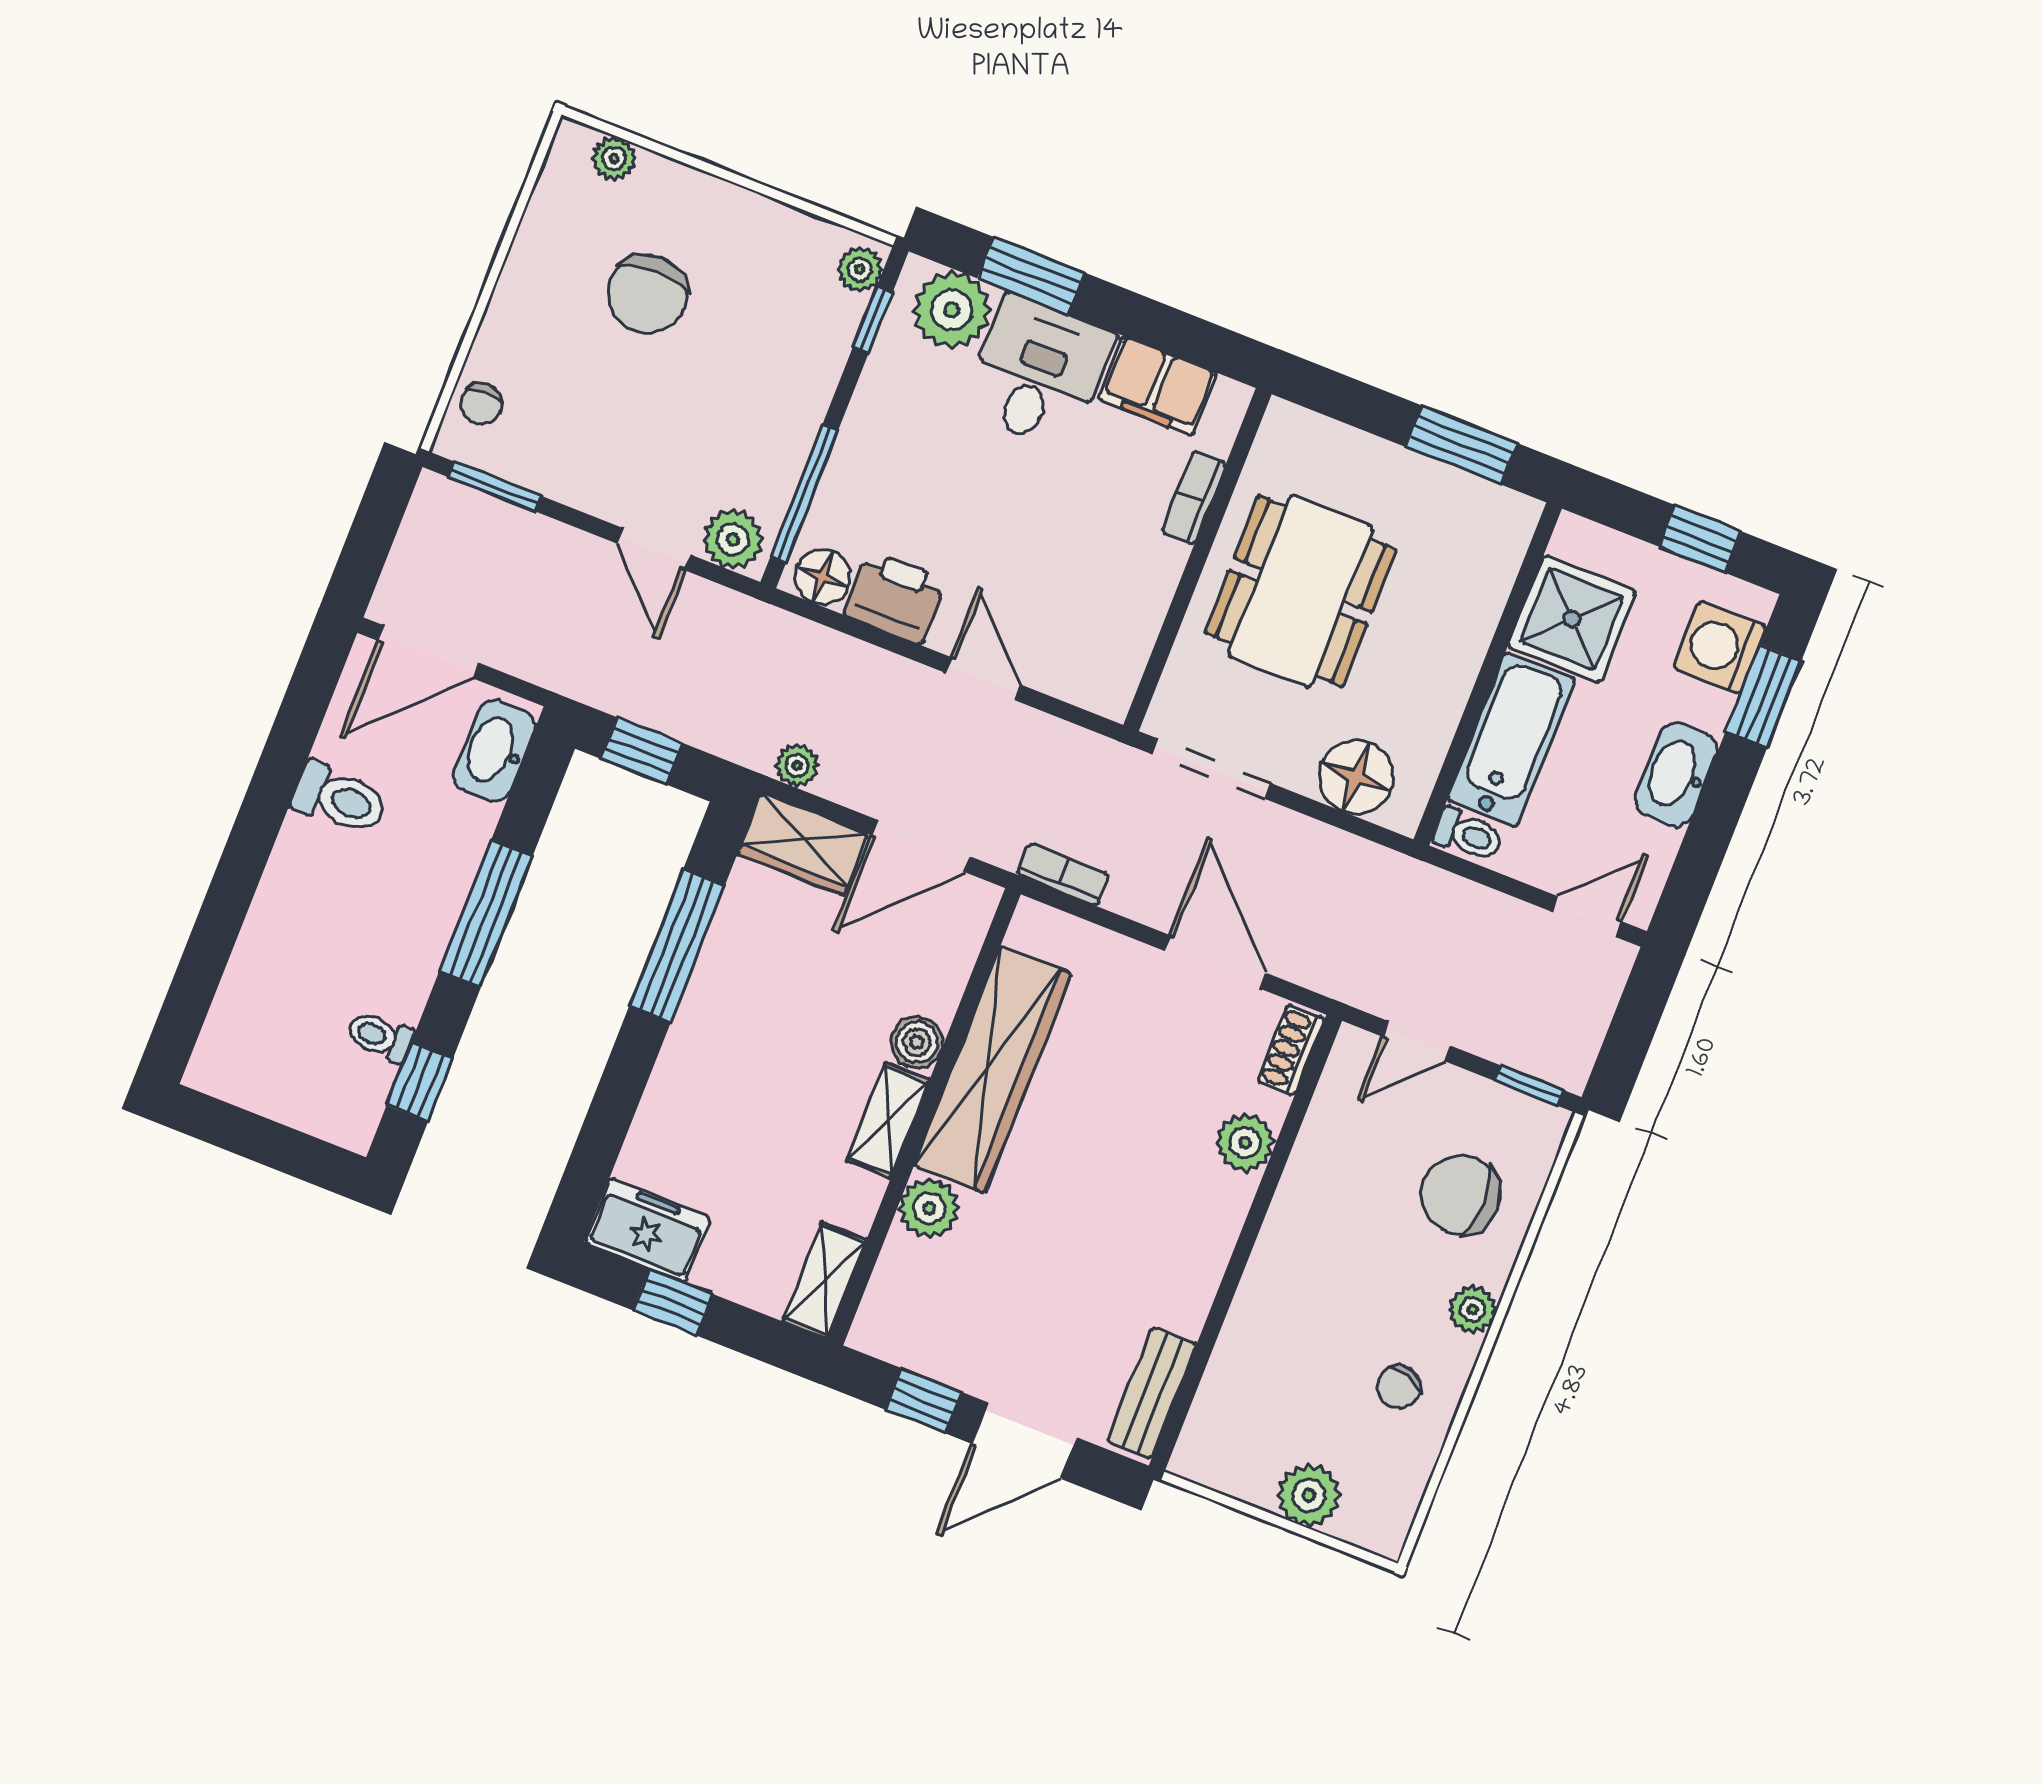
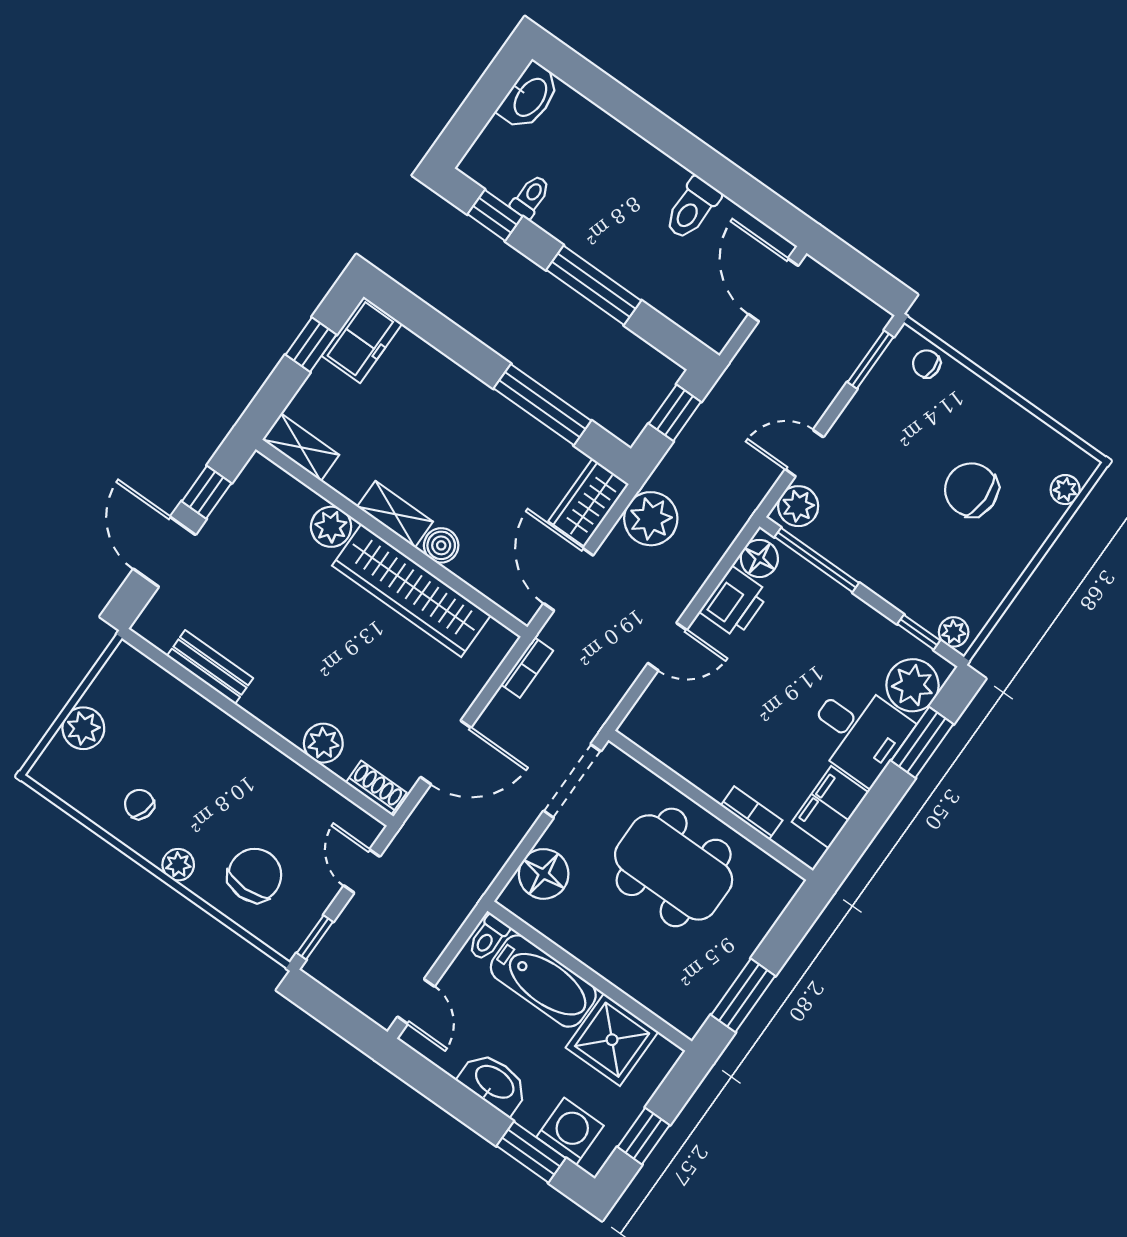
washbasin: (494, 751) -> (529, 97), moved, turned 90
plant: (797, 765) -> (651, 519), width x1.87, depth x1.87
bench: (1152, 1393) -> (210, 667), moved

